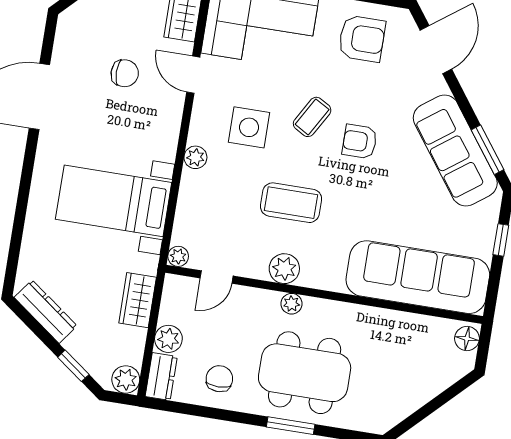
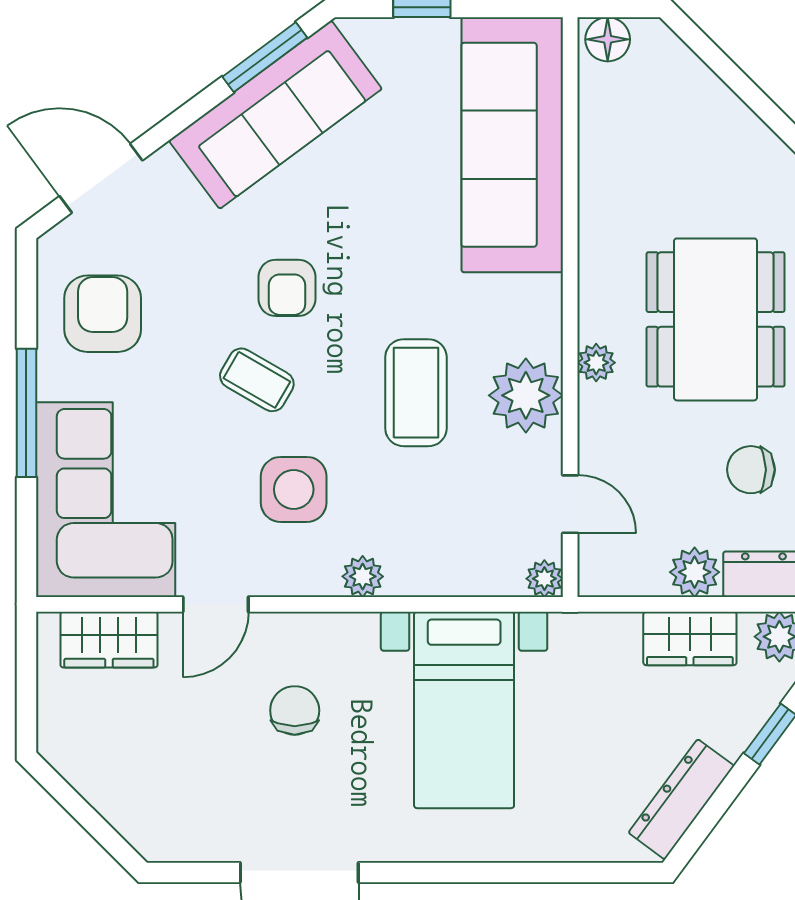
chair: (125, 73) -> (295, 710), moved
plant: (284, 269) -> (526, 395), width x1.36, depth x1.36
wardrobe: (138, 300) -> (690, 638), moved

